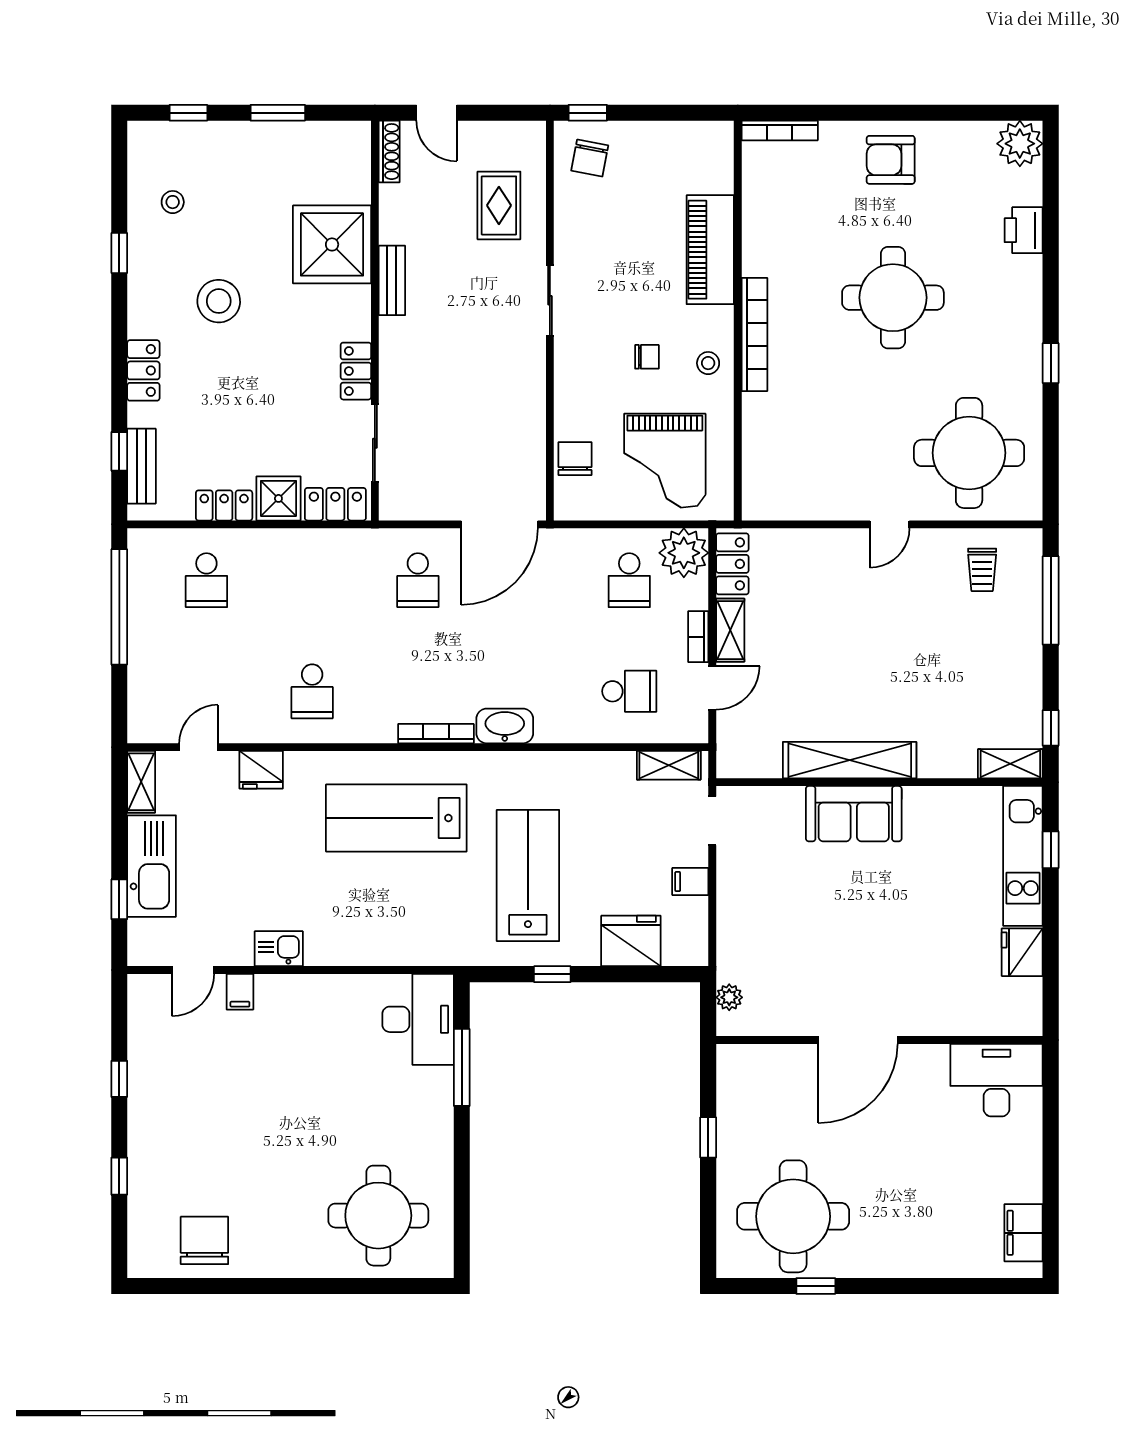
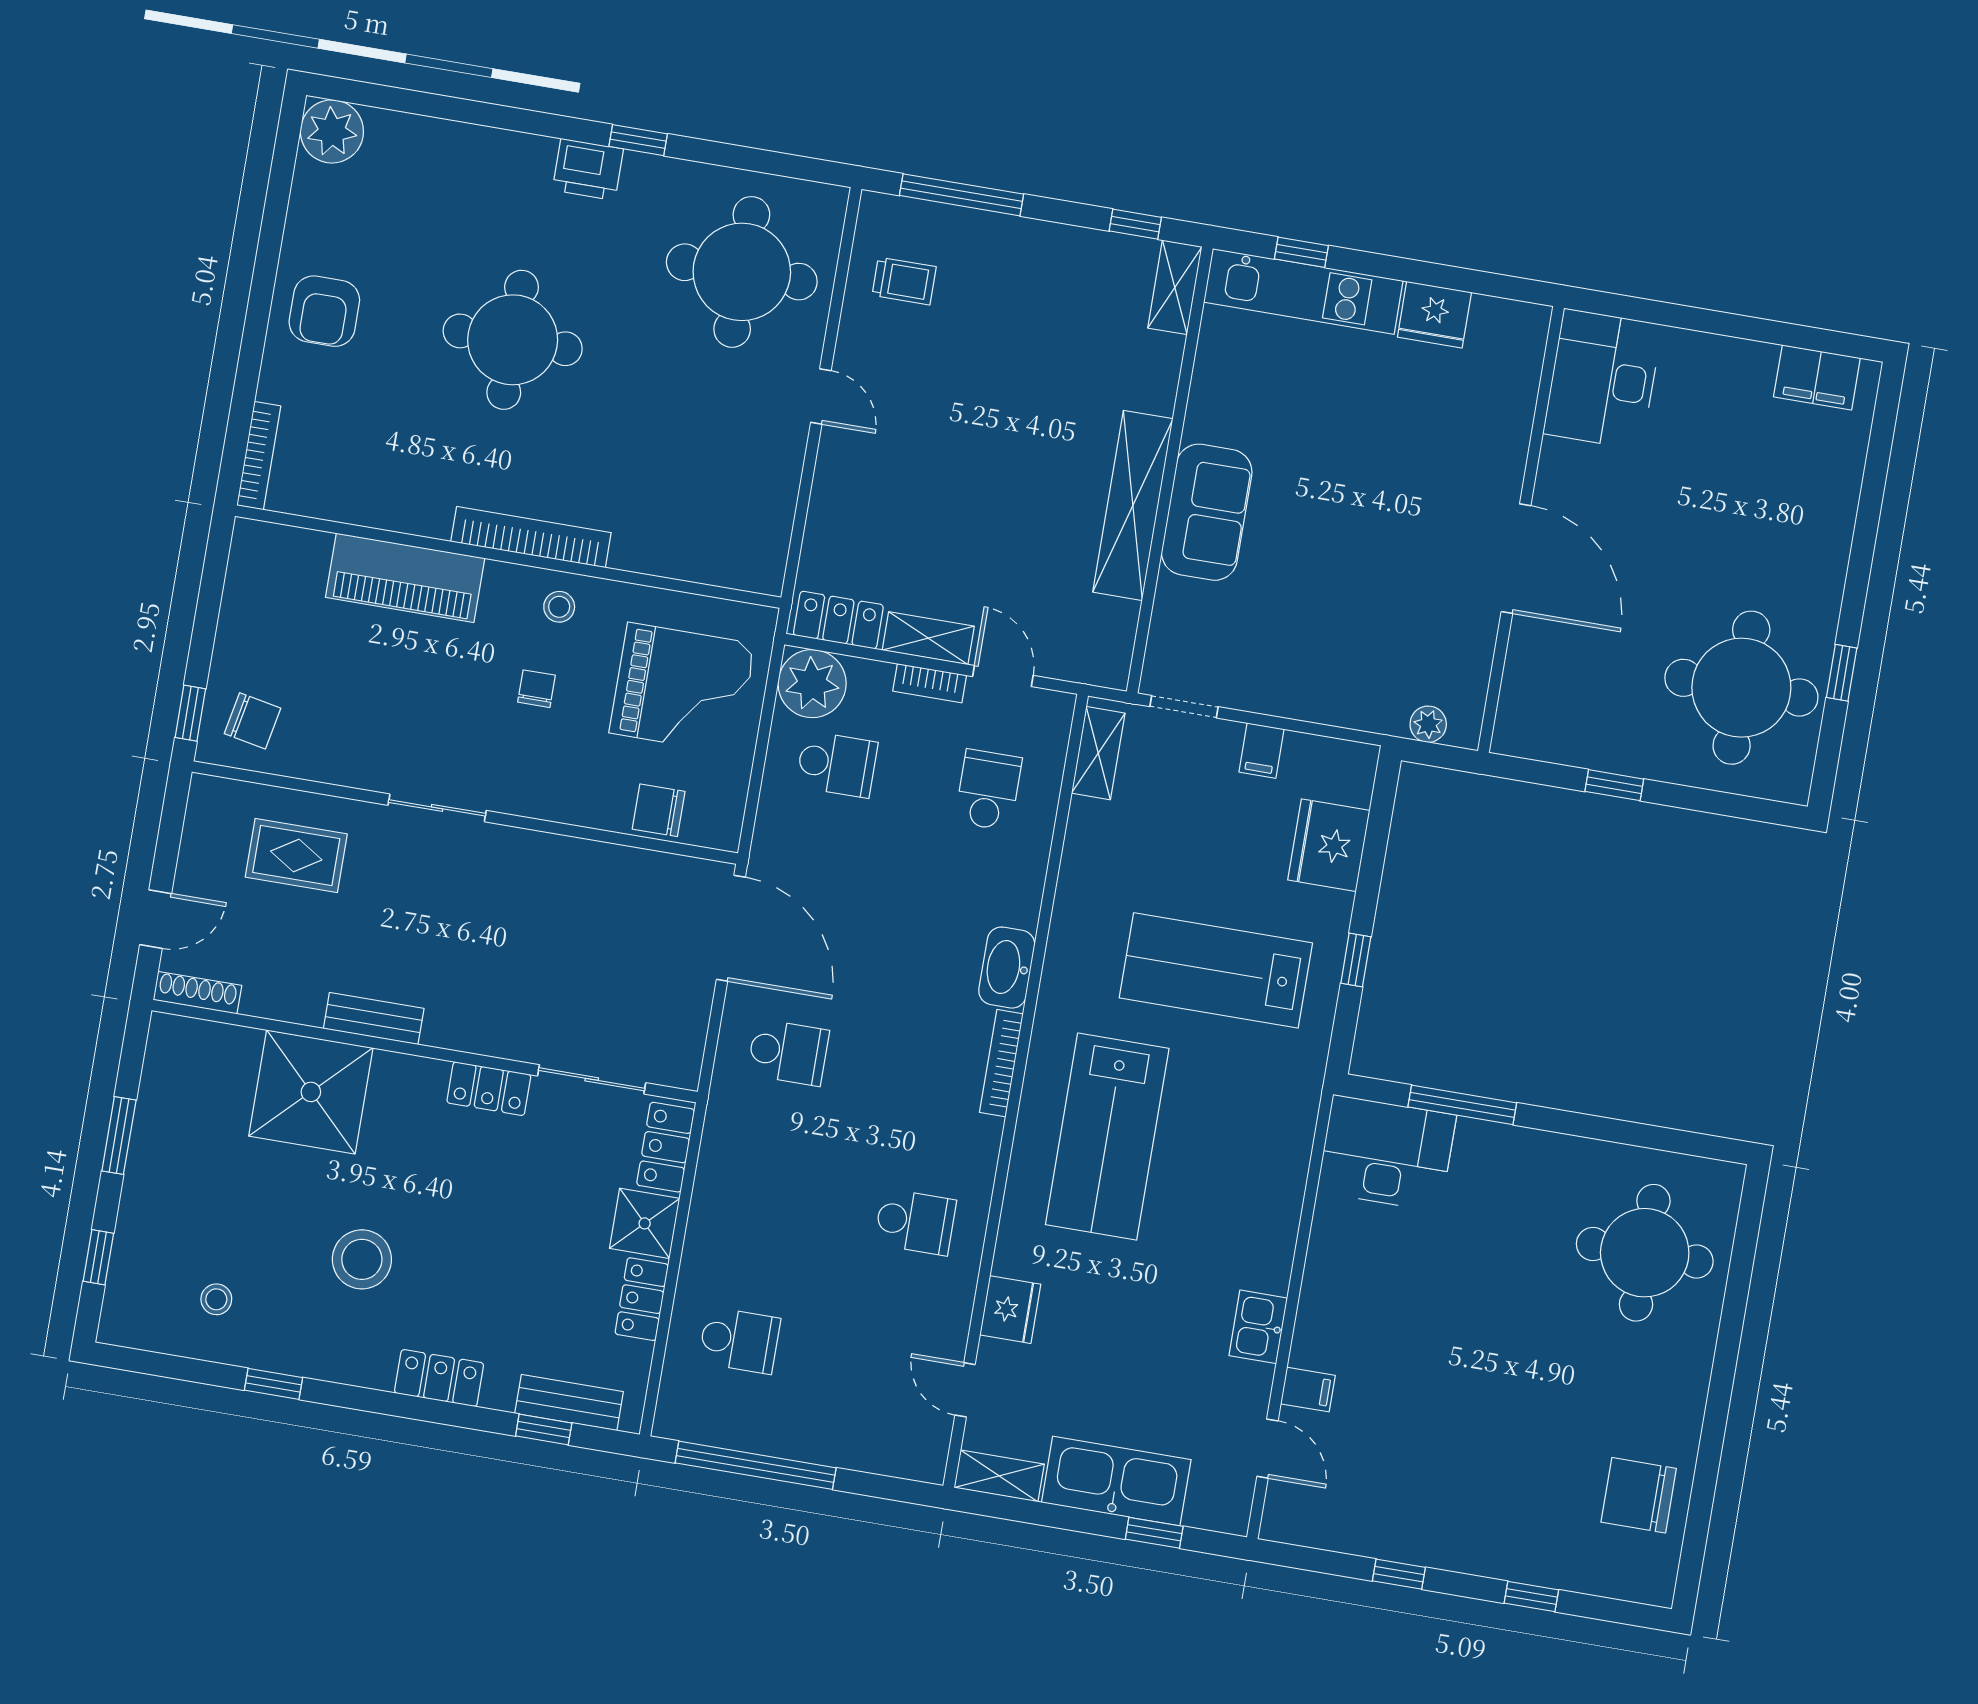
printer: (1024, 230) -> (588, 169), moved

